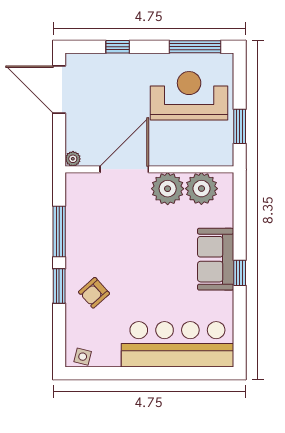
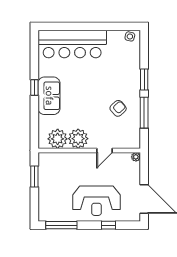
reception desk: (189, 96) -> (96, 201), moved
door: (124, 169) -> (105, 150), width x0.53
armchair: (94, 293) -> (118, 108), moved

